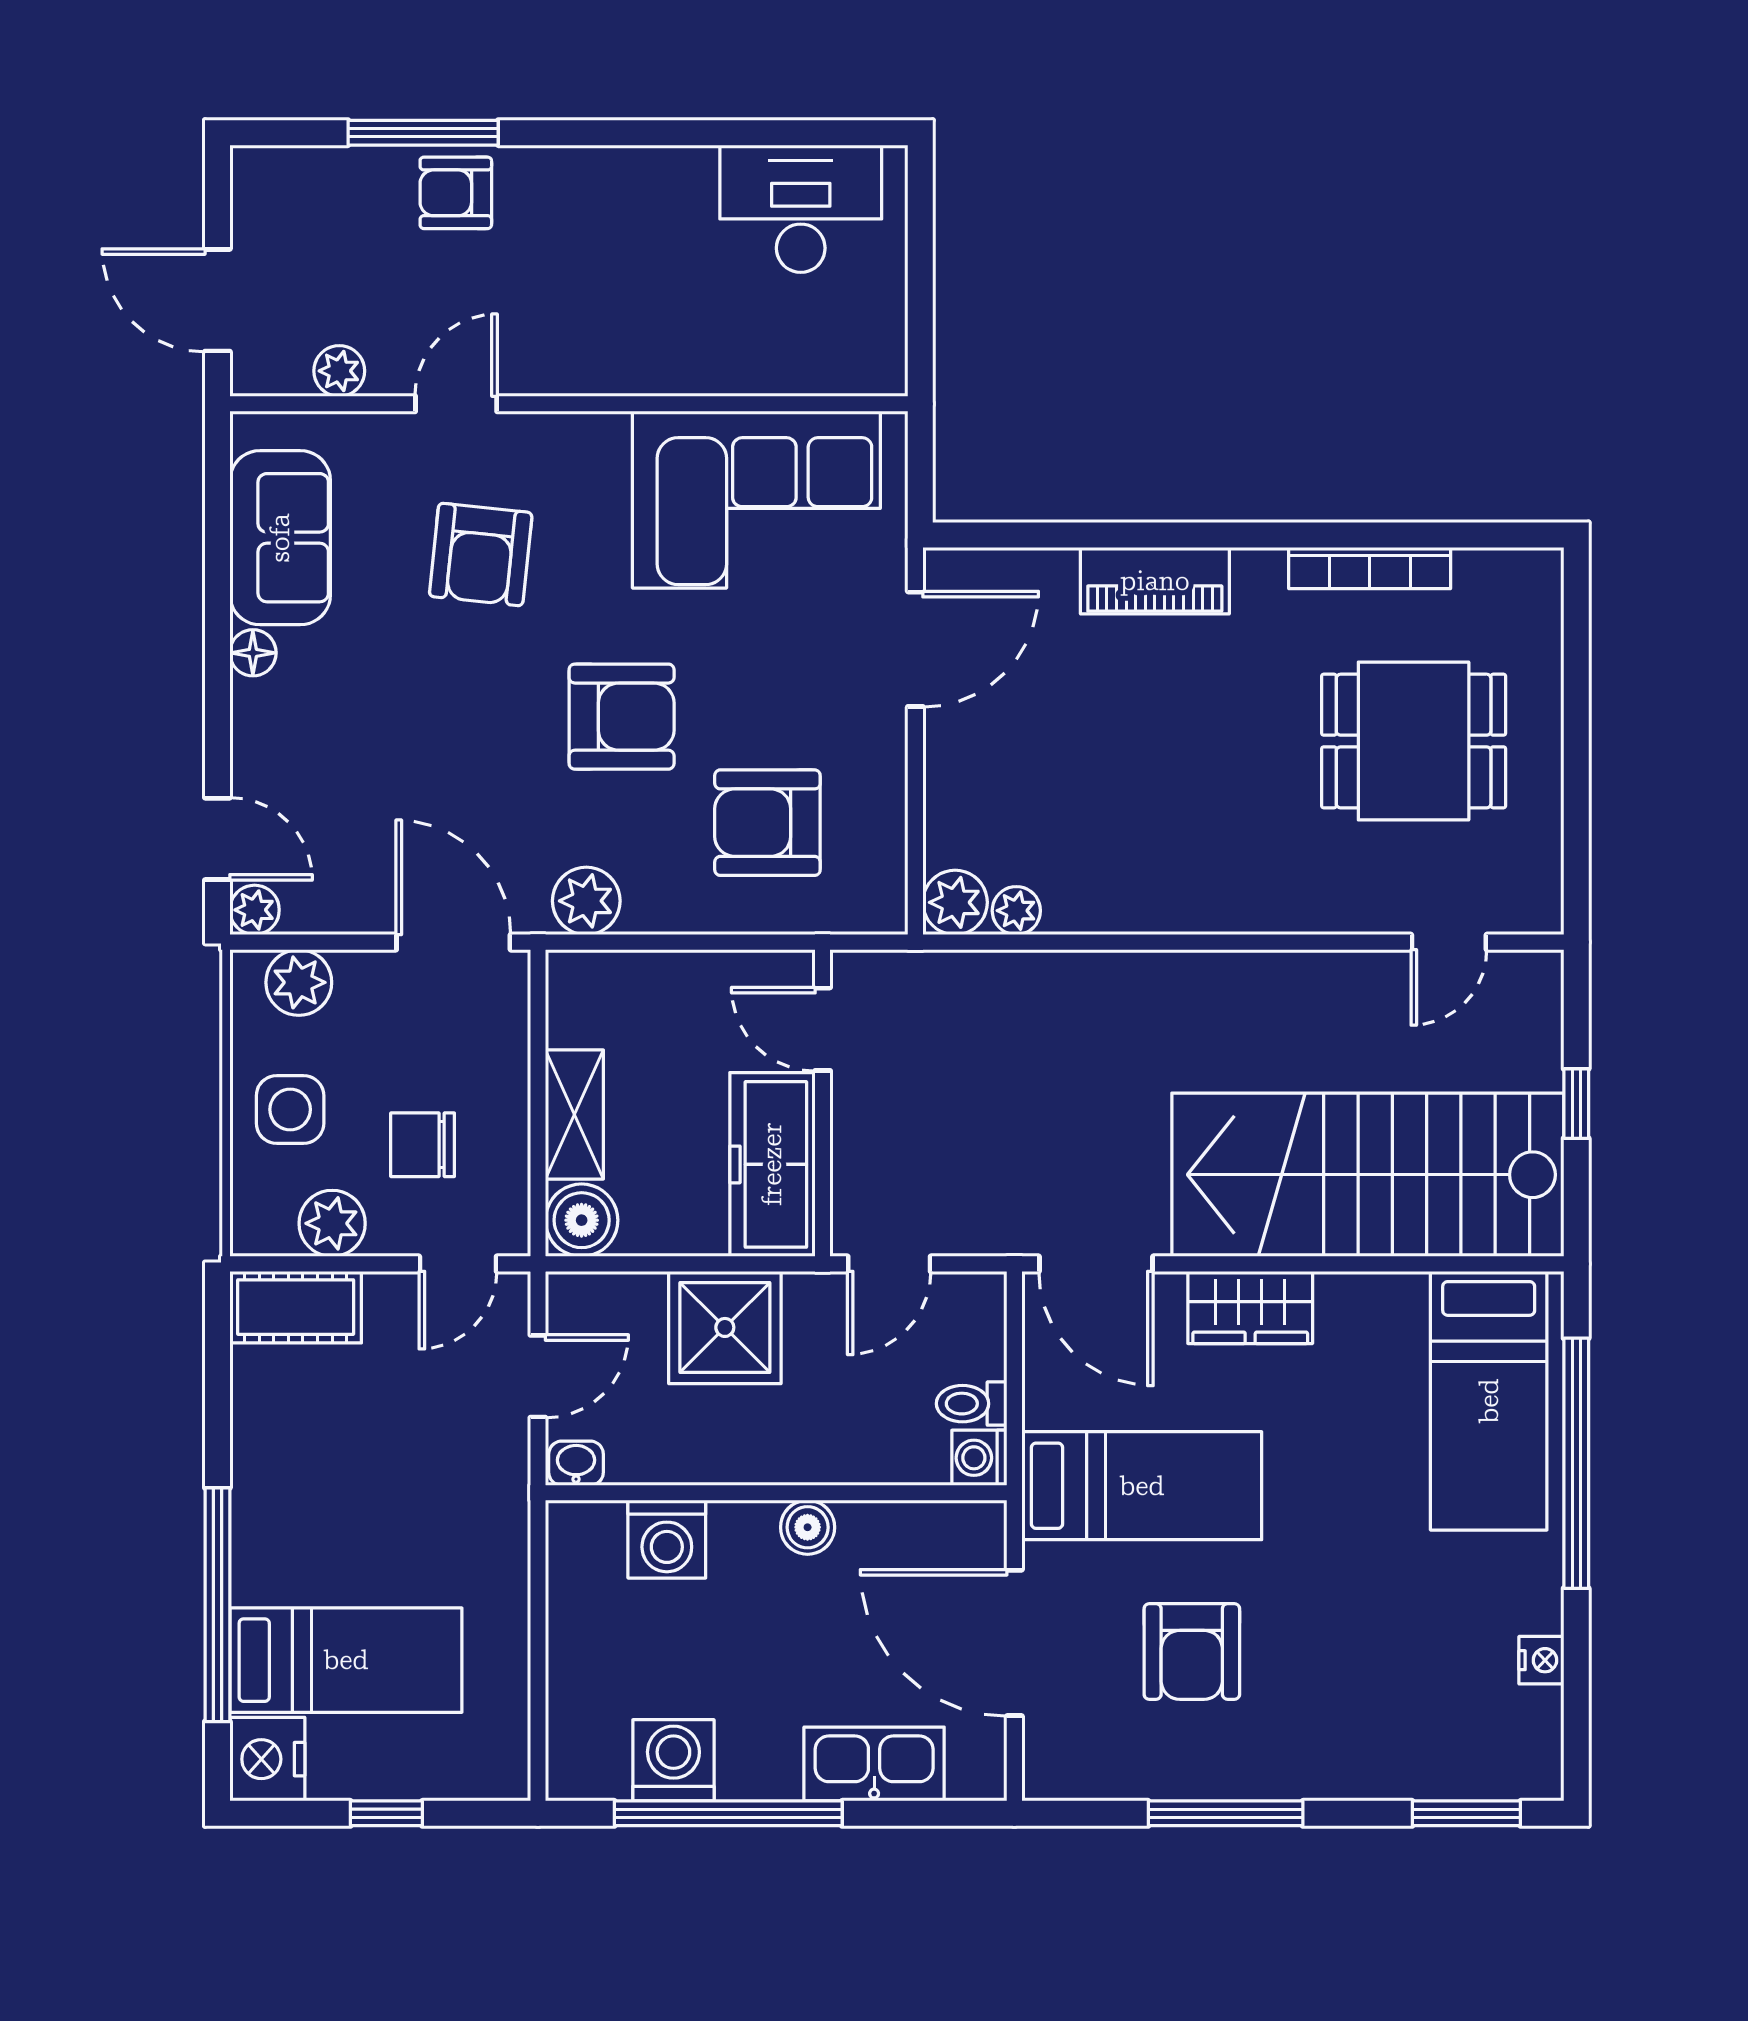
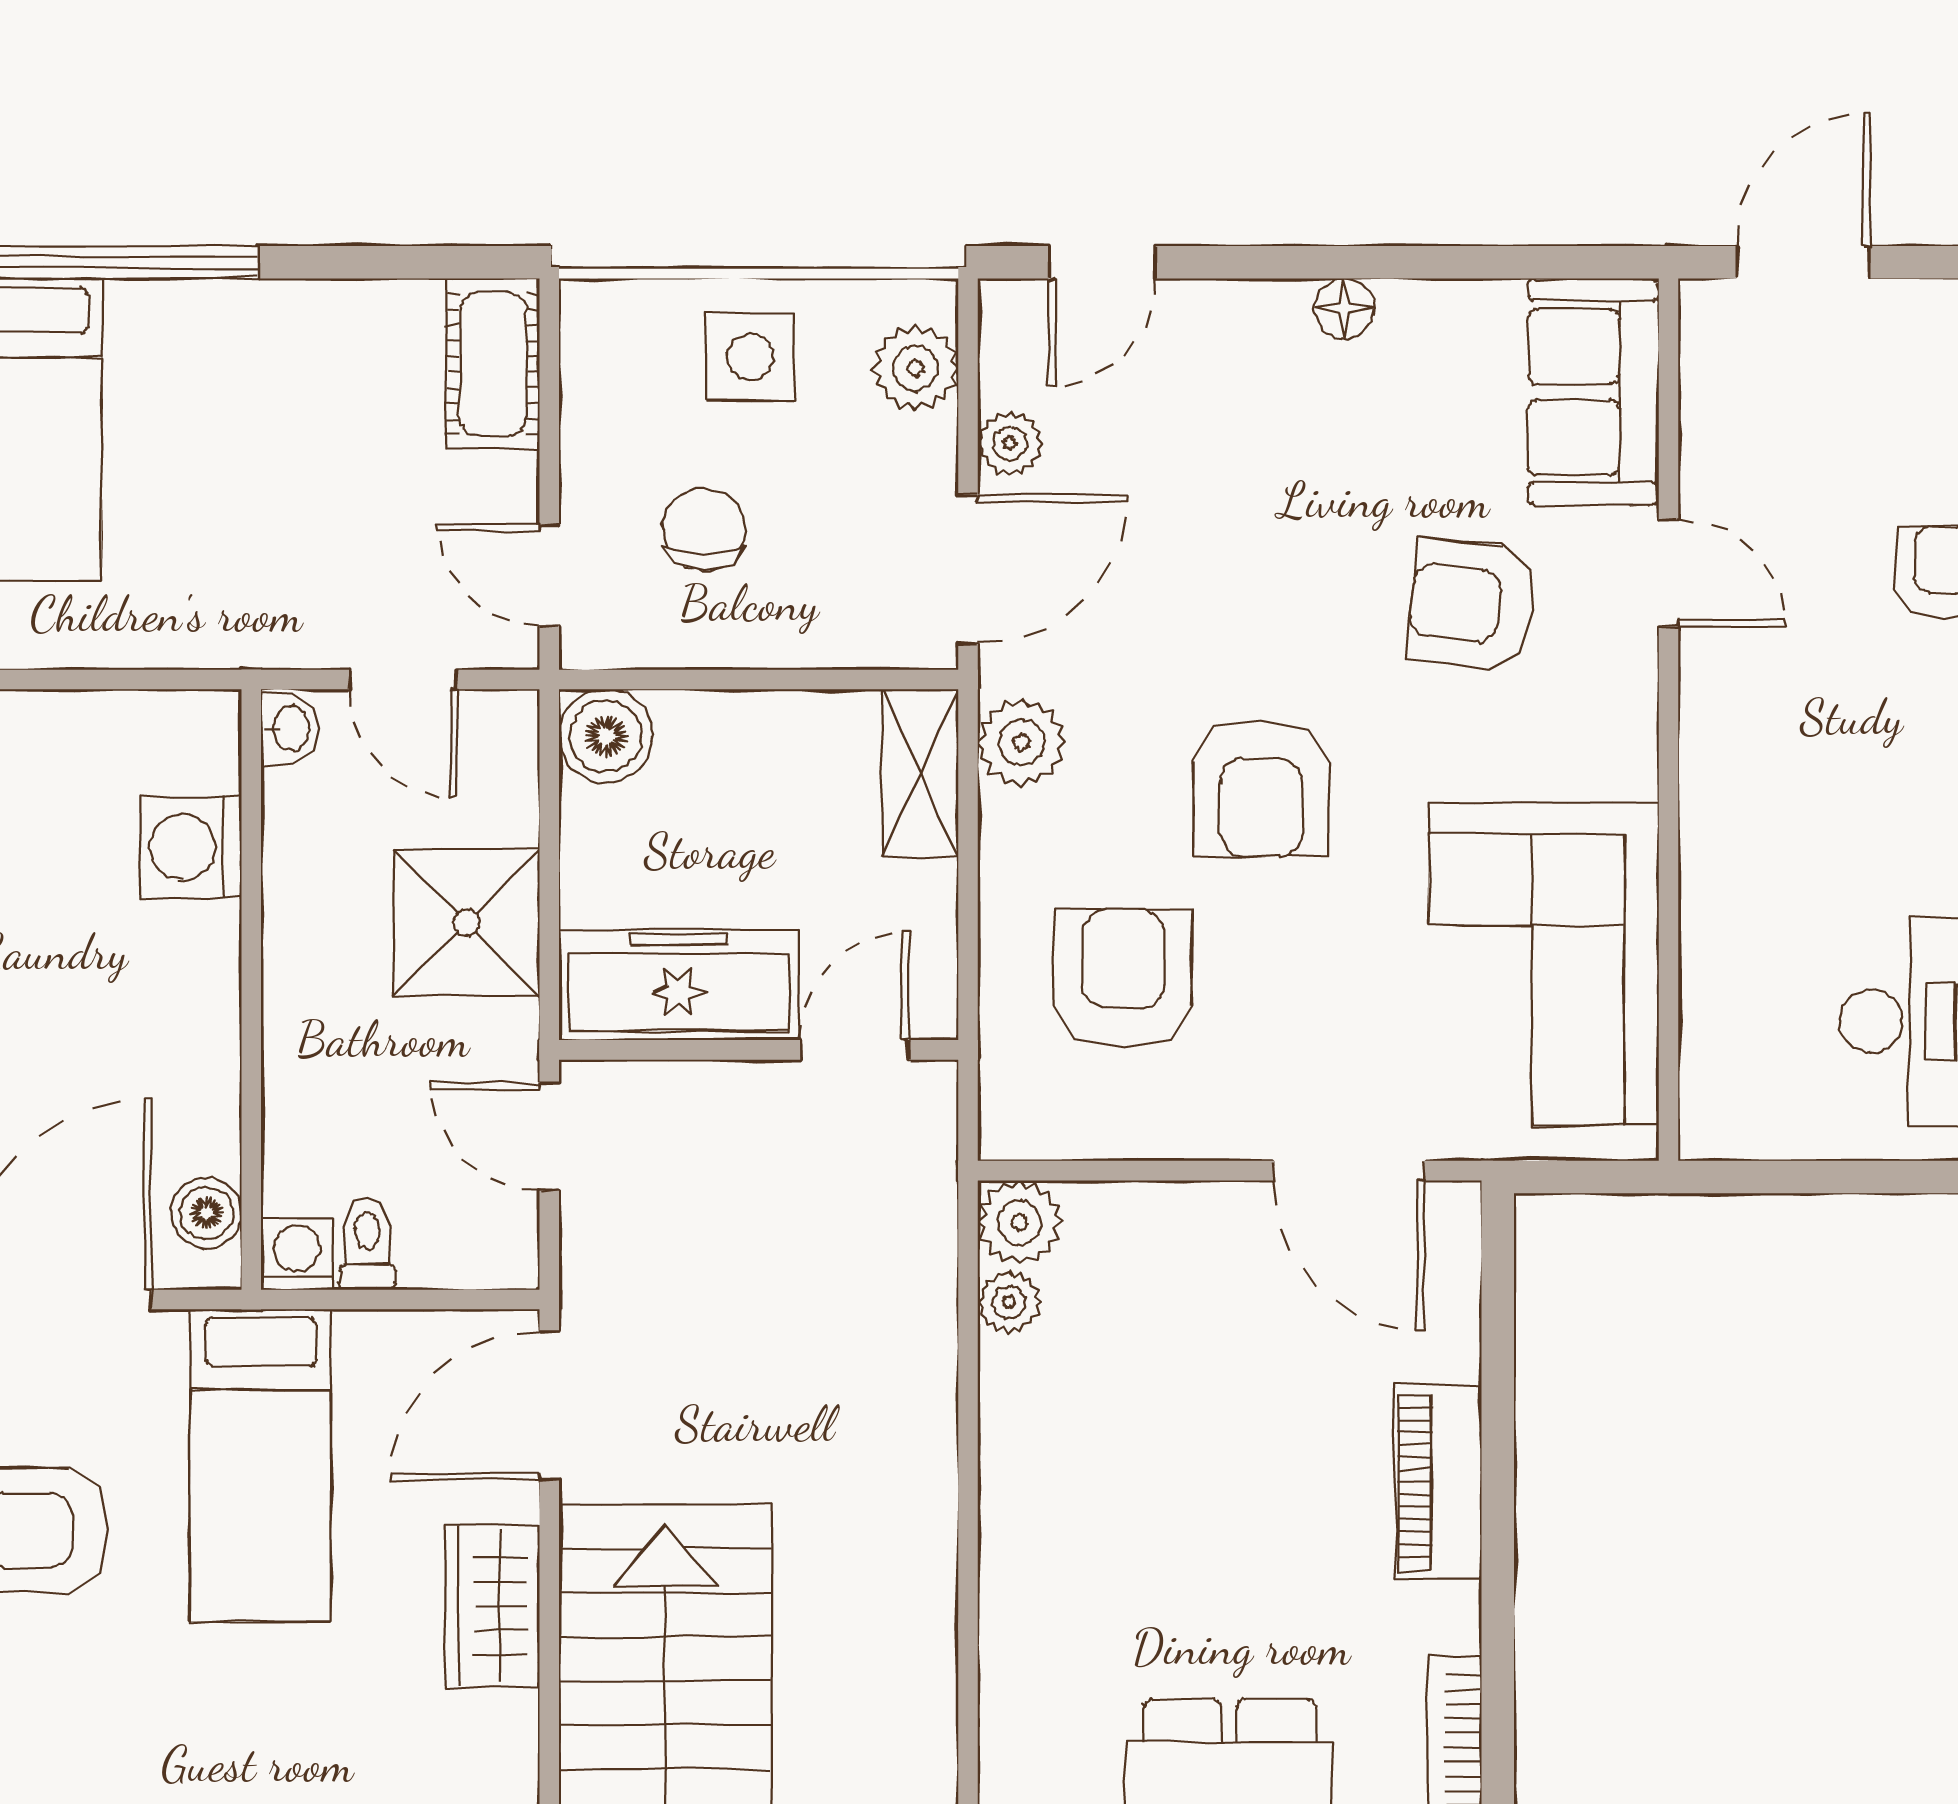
plant: (339, 371) -> (1711, 421), removed
sofa: (280, 538) -> (1593, 392), moved, turned 90
plant: (255, 910) -> (1010, 444), moved
shelving: (574, 1114) -> (920, 773), moved, turned 90
plant: (332, 1223) -> (602, 412), removed
boiler: (808, 1527) -> (206, 1213), moved

